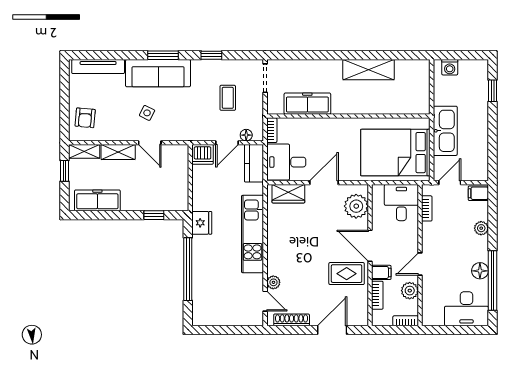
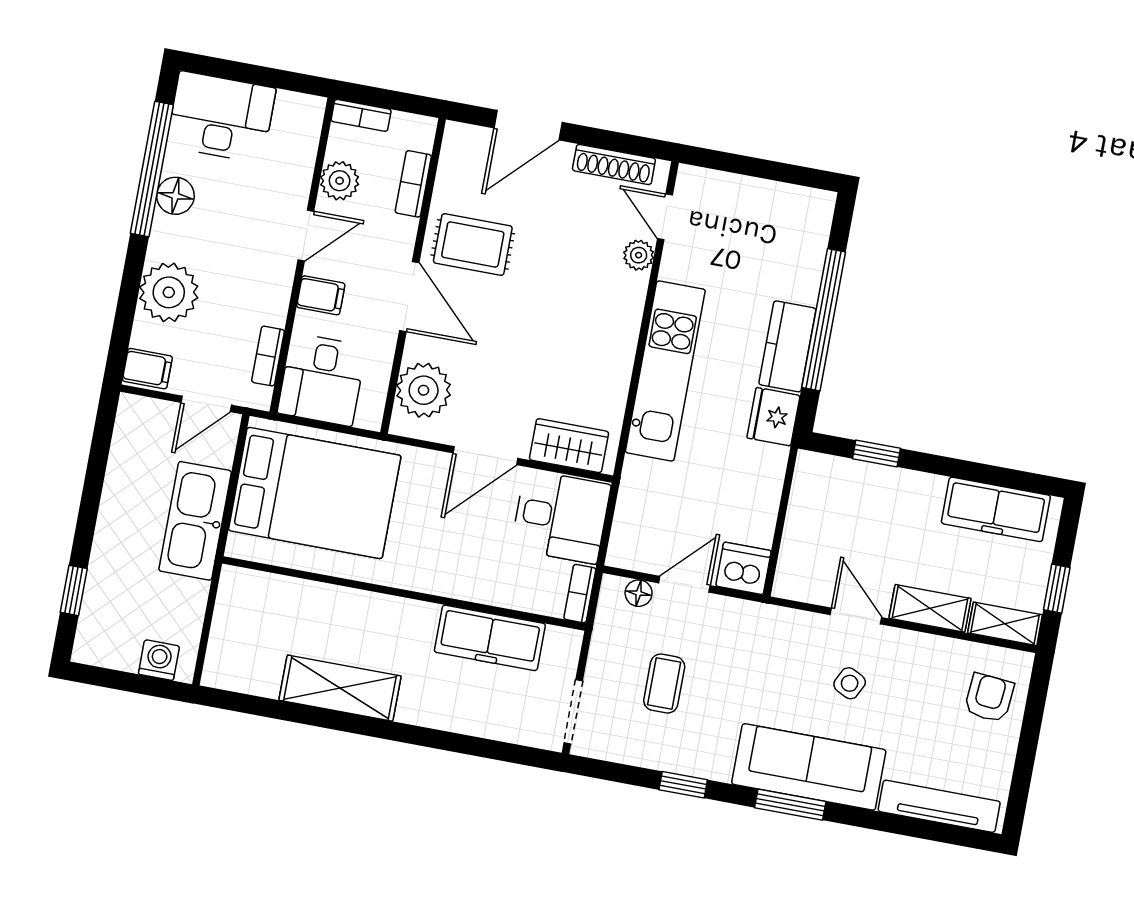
kitchen counter: (254, 163) -> (787, 346), moved, turned 180
plant: (481, 228) -> (169, 292), width x1.88, depth x1.88
filing cabinet: (381, 272) -> (321, 295), moved, turned 180

